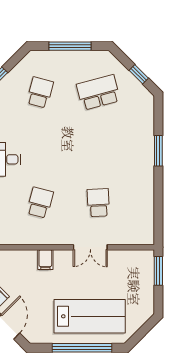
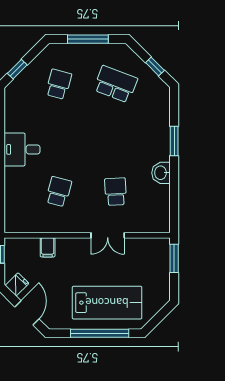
school desk: (98, 92) -> (116, 84), turned 36
washbasin: (145, 183) -> (161, 173), added
filing cabinet: (45, 260) -> (48, 247), moved

